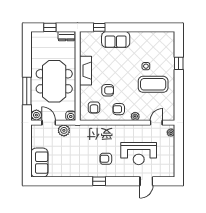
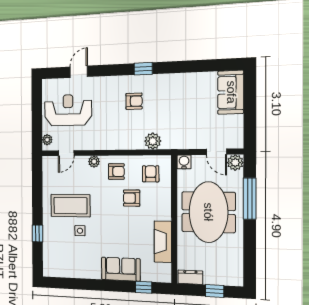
fireplace: (86, 71) -> (163, 242), moved
plant: (64, 130) -> (153, 141), moved
reception desk: (139, 154) -> (68, 110), moved

